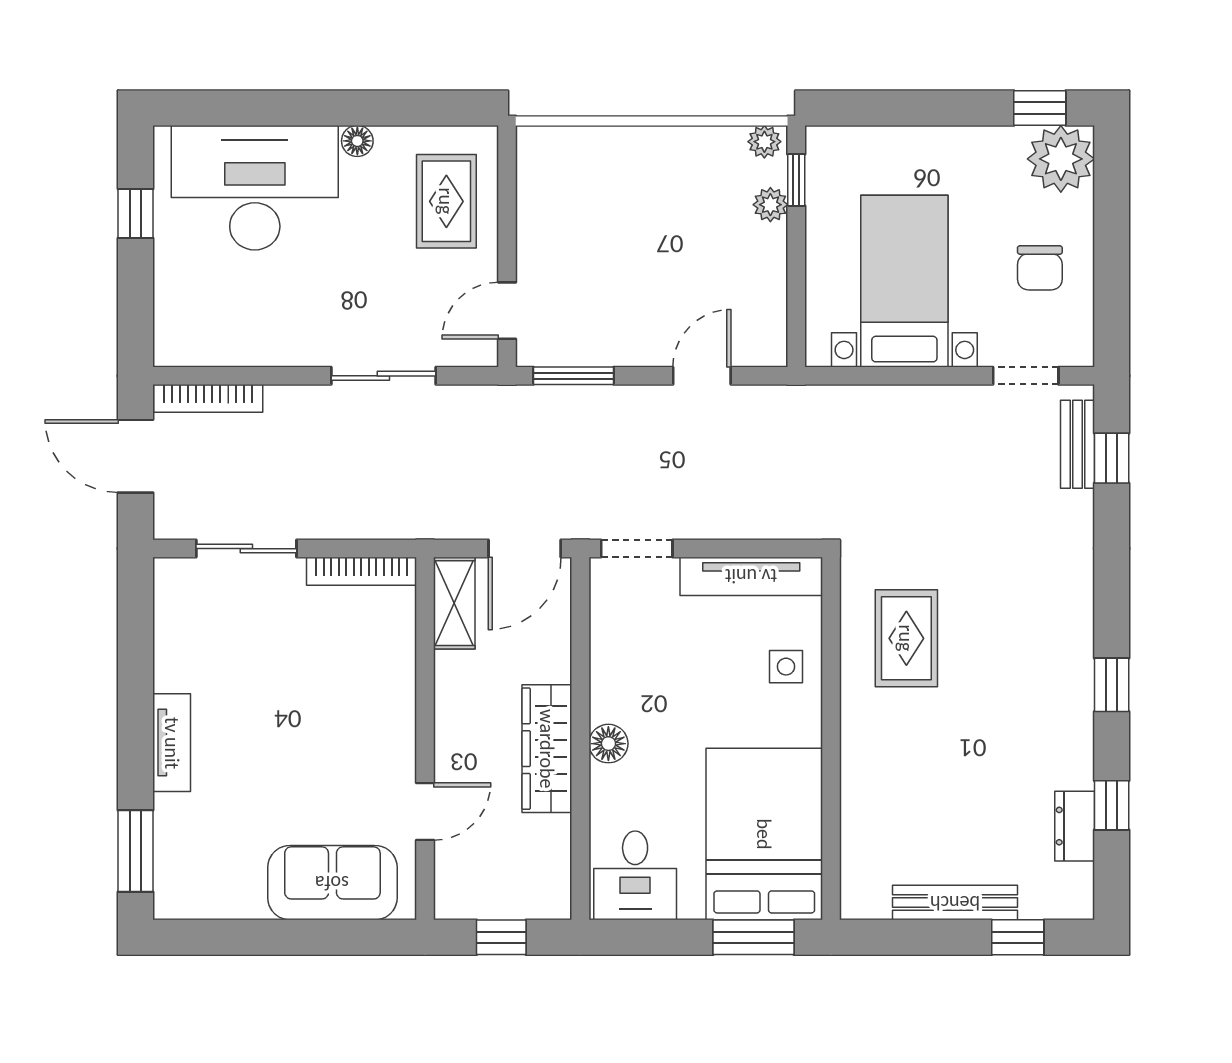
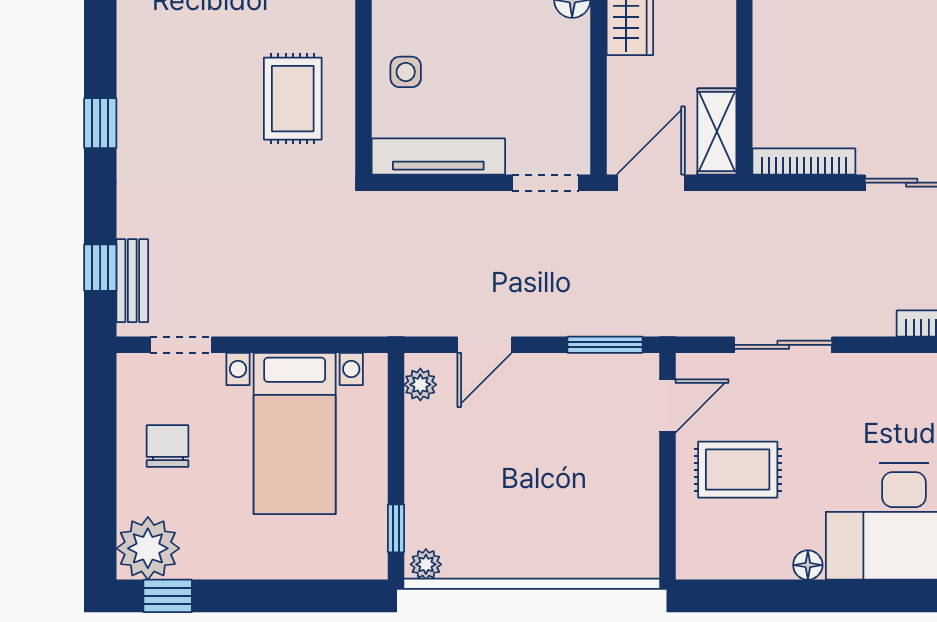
rug: (446, 201) -> (738, 470), moved, turned 90
plant: (770, 205) -> (420, 385), moved
window: (1112, 685) -> (100, 123), moved

